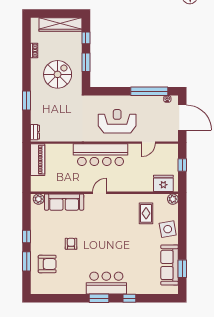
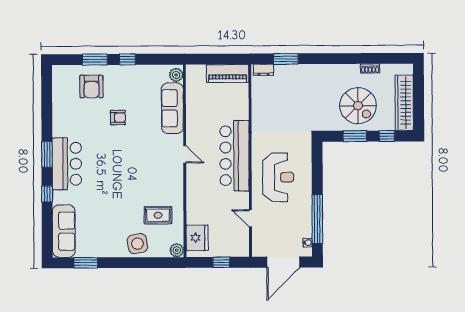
spiral stairs: (58, 74) -> (358, 106), moved
window: (27, 101) -> (286, 59), moved
sofa: (170, 265) -> (64, 231), moved, turned 90

